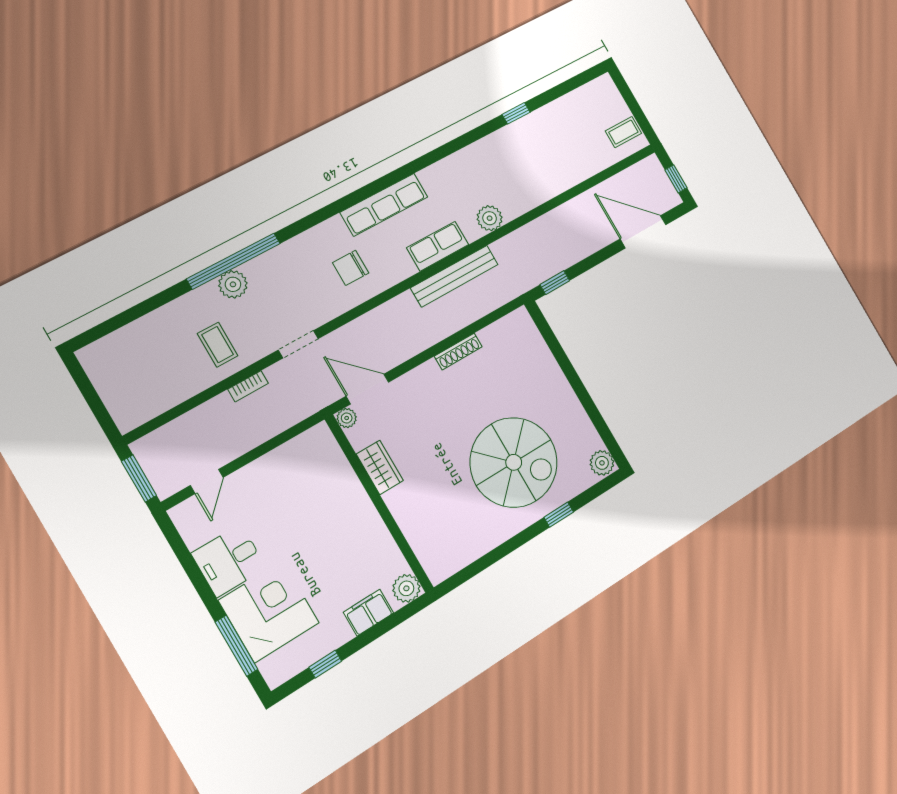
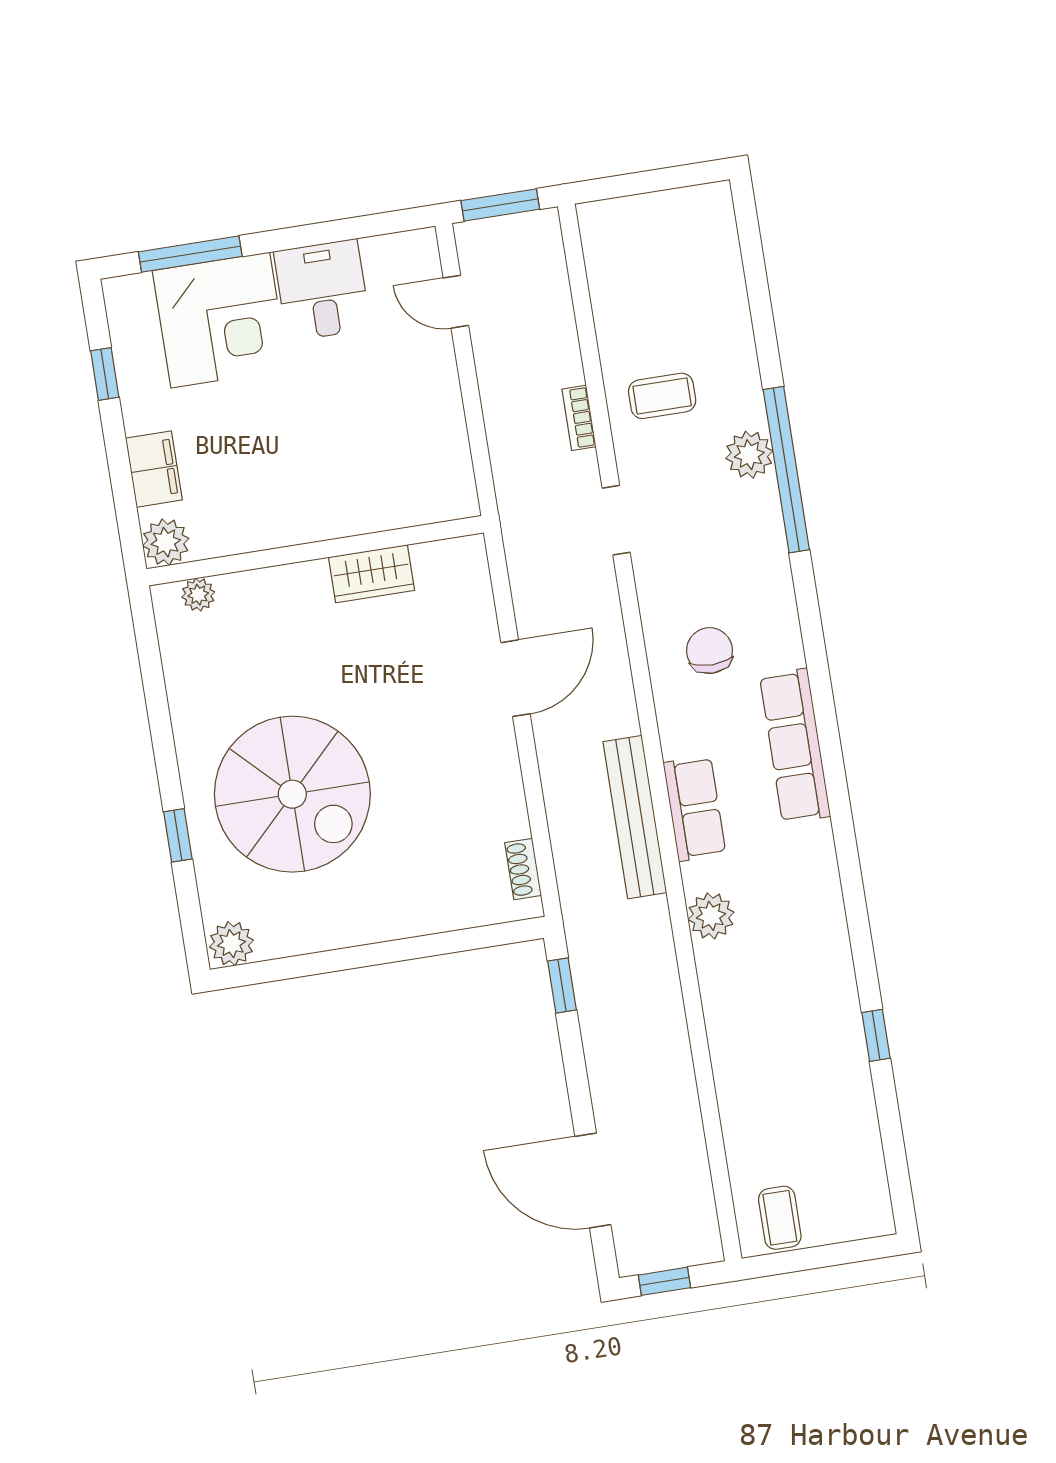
door: (643, 232) -> (593, 1180), swing flipped
shoe rack: (458, 351) -> (523, 869), moved, width x0.70
door: (367, 389) -> (515, 678), moved
plant: (347, 418) -> (198, 595), moved
spiral stairs: (514, 462) -> (292, 794), turned -90

